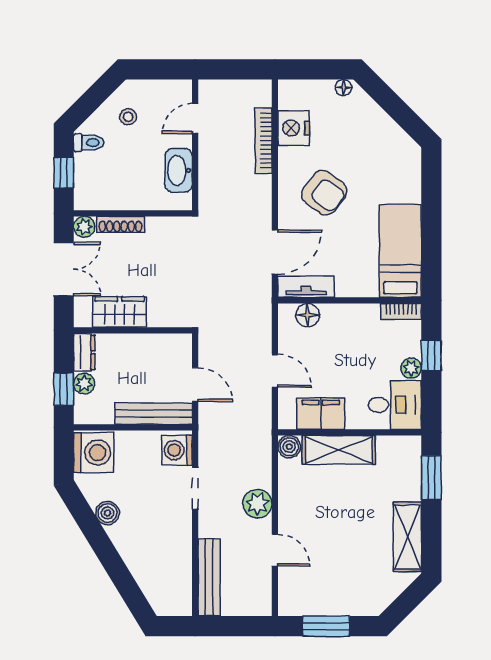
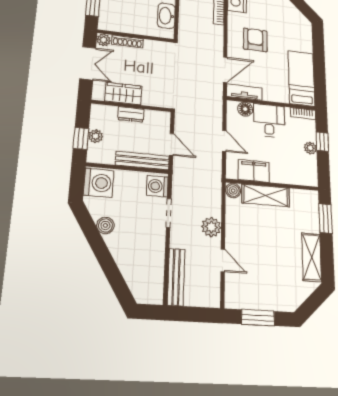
armchair: (324, 193) -> (255, 40), turned -127
dresser: (84, 352) -> (131, 114), moved, turned 90
desk: (395, 405) -> (269, 121), moved, turned -90

